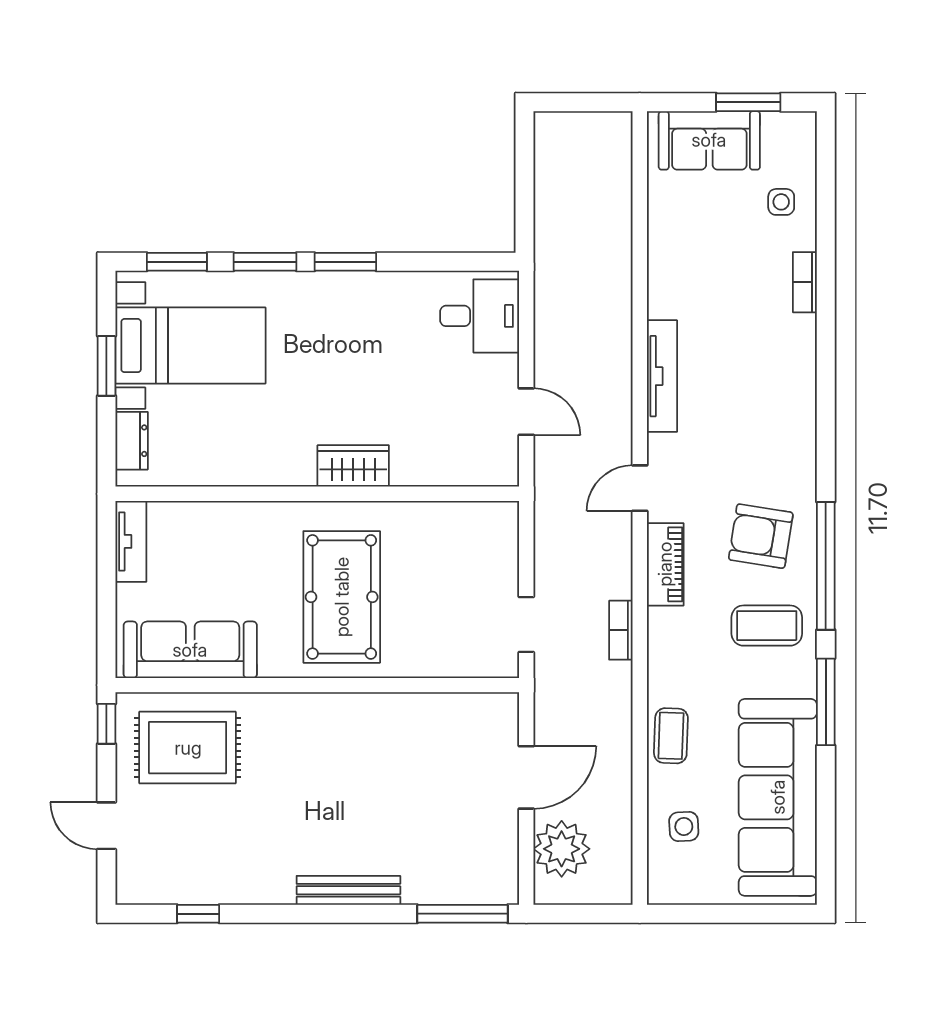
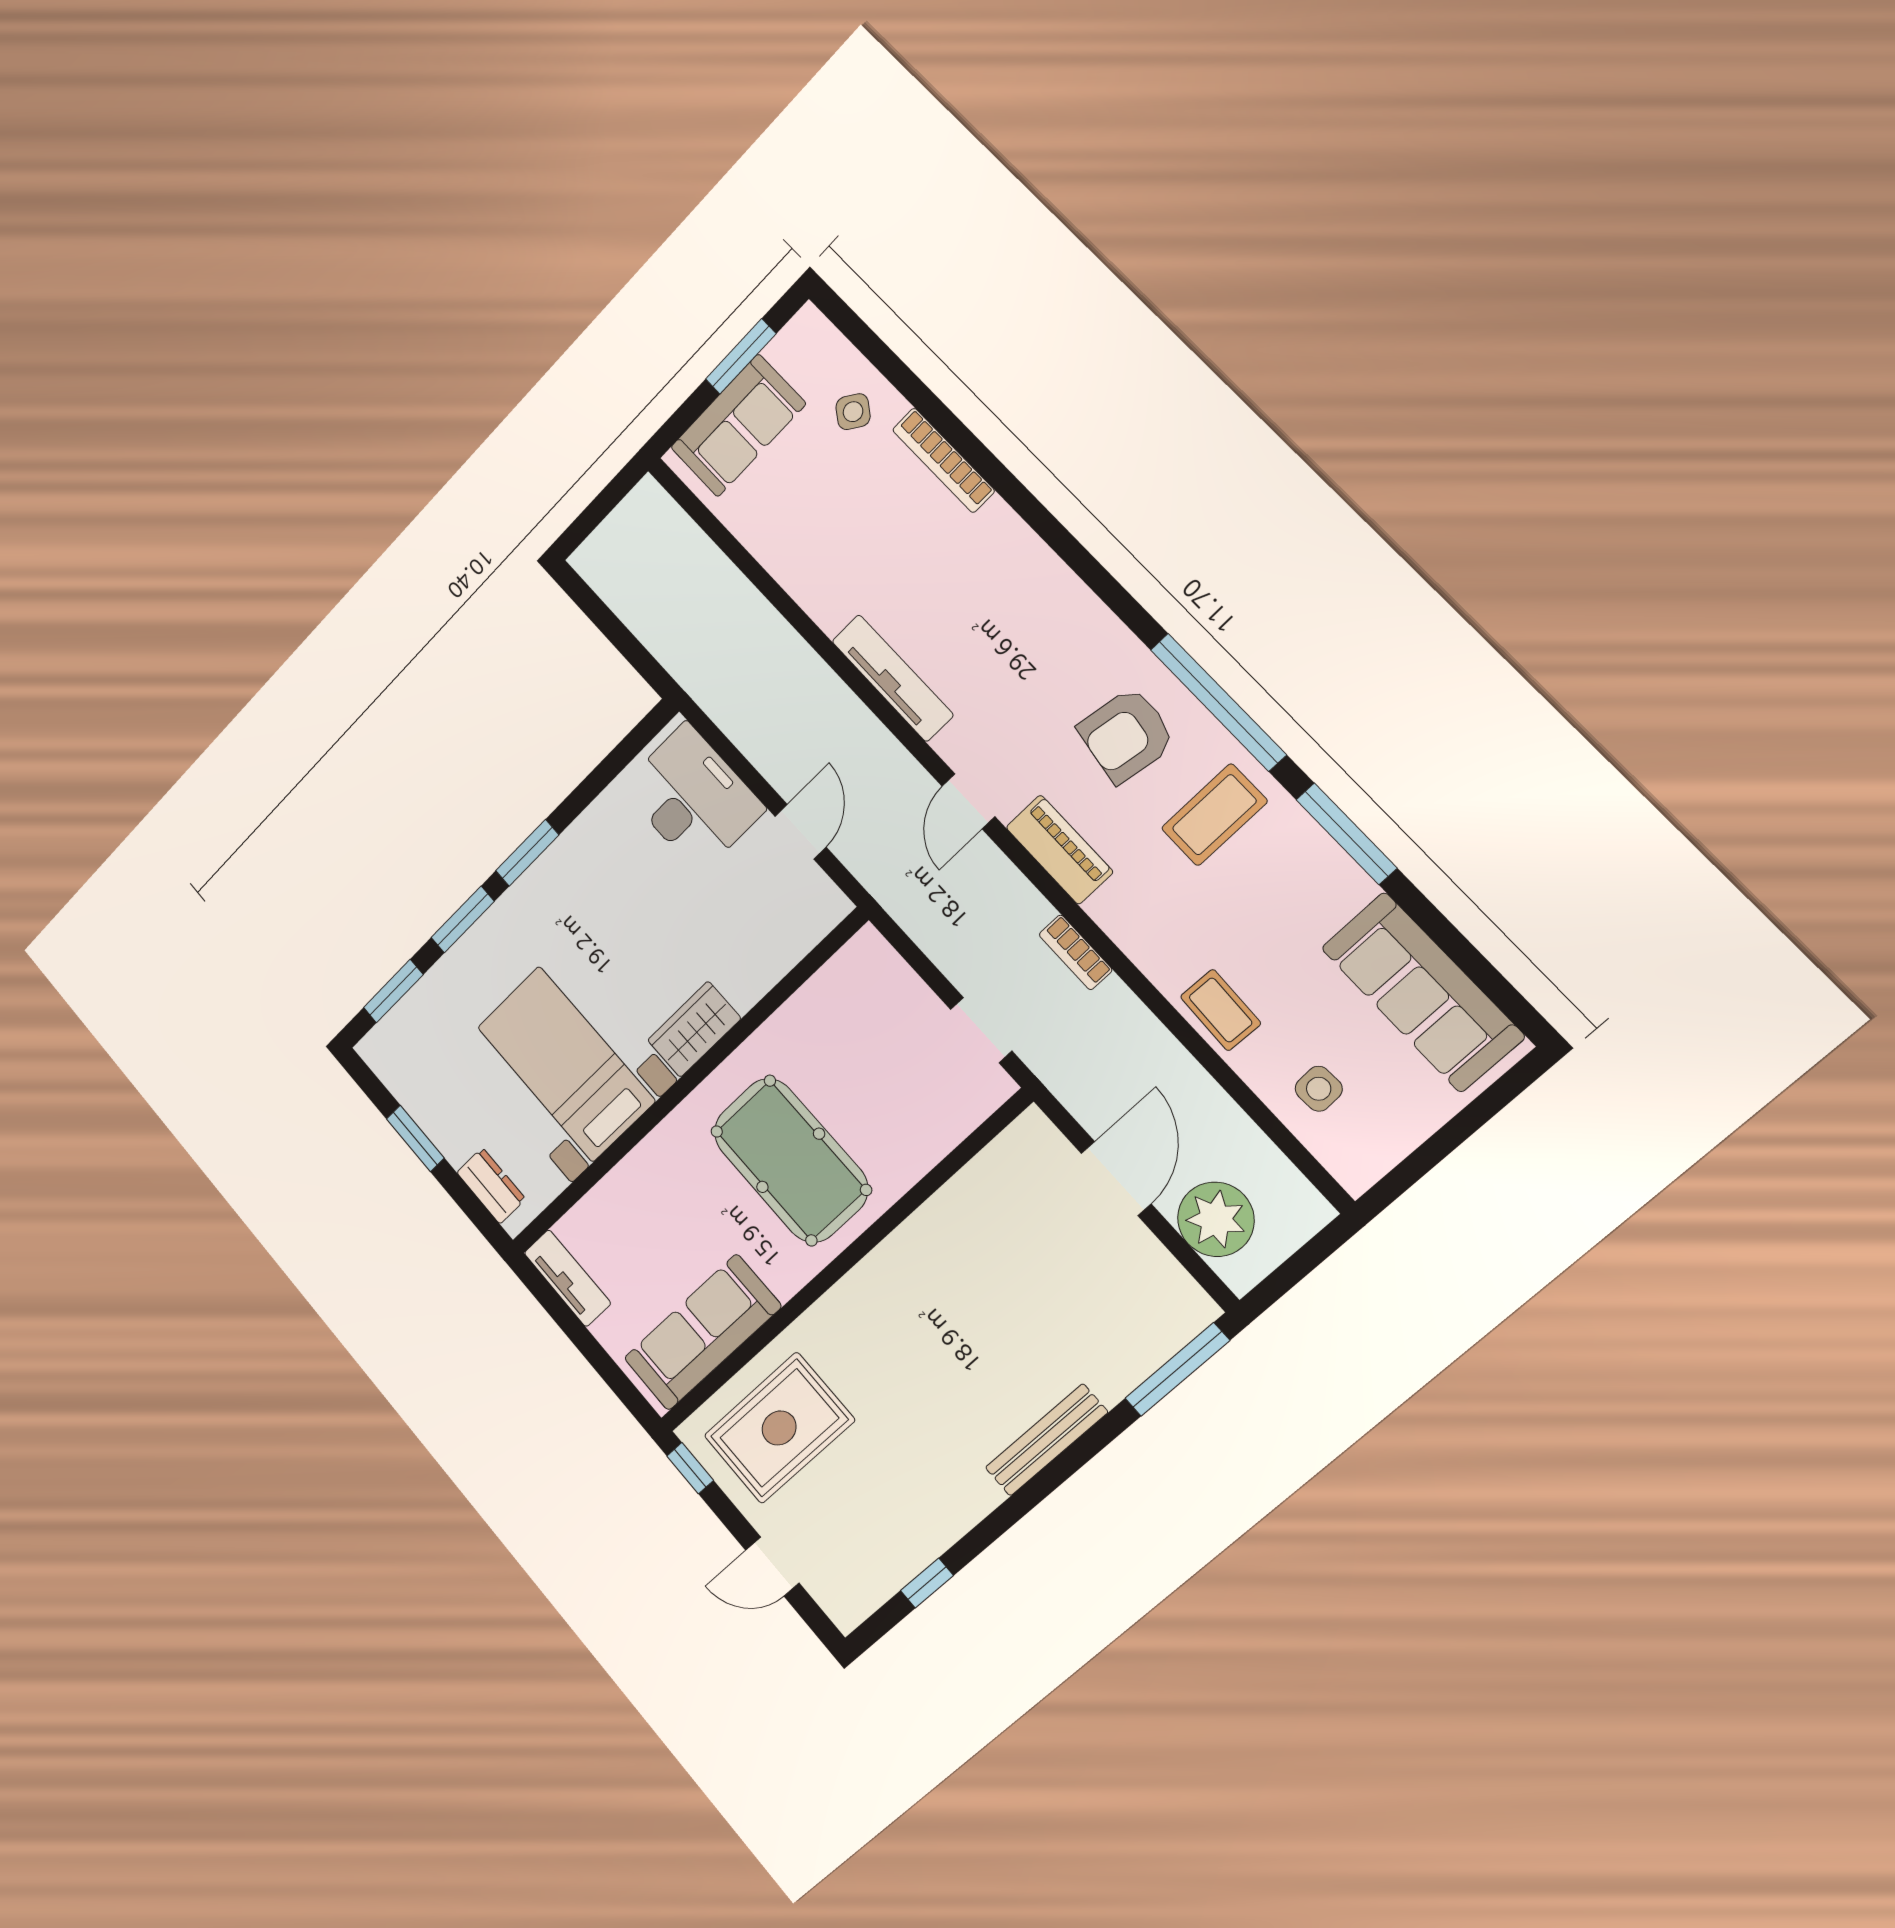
side table: (781, 202) -> (853, 412), turned 35
bookcase: (805, 282) -> (943, 460), width x1.56
desk: (480, 316) -> (693, 798), width x1.37
bed with nightstands: (190, 346) -> (566, 1064), moved, turned -90
door: (526, 412) -> (800, 832), hinge flipped
sofa: (778, 797) -> (1422, 992), width x0.74, depth x0.79

